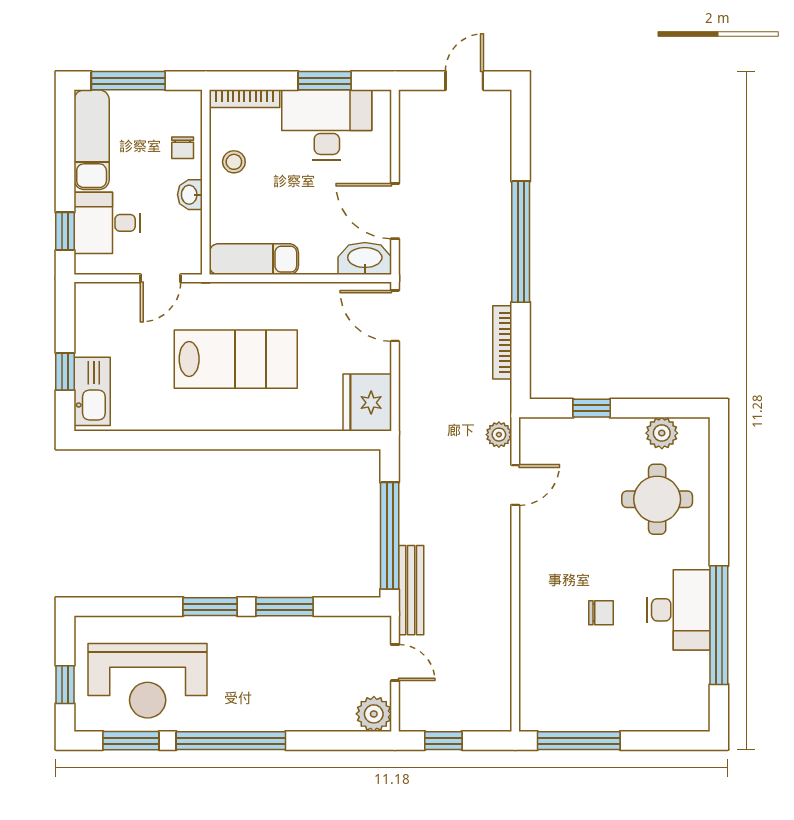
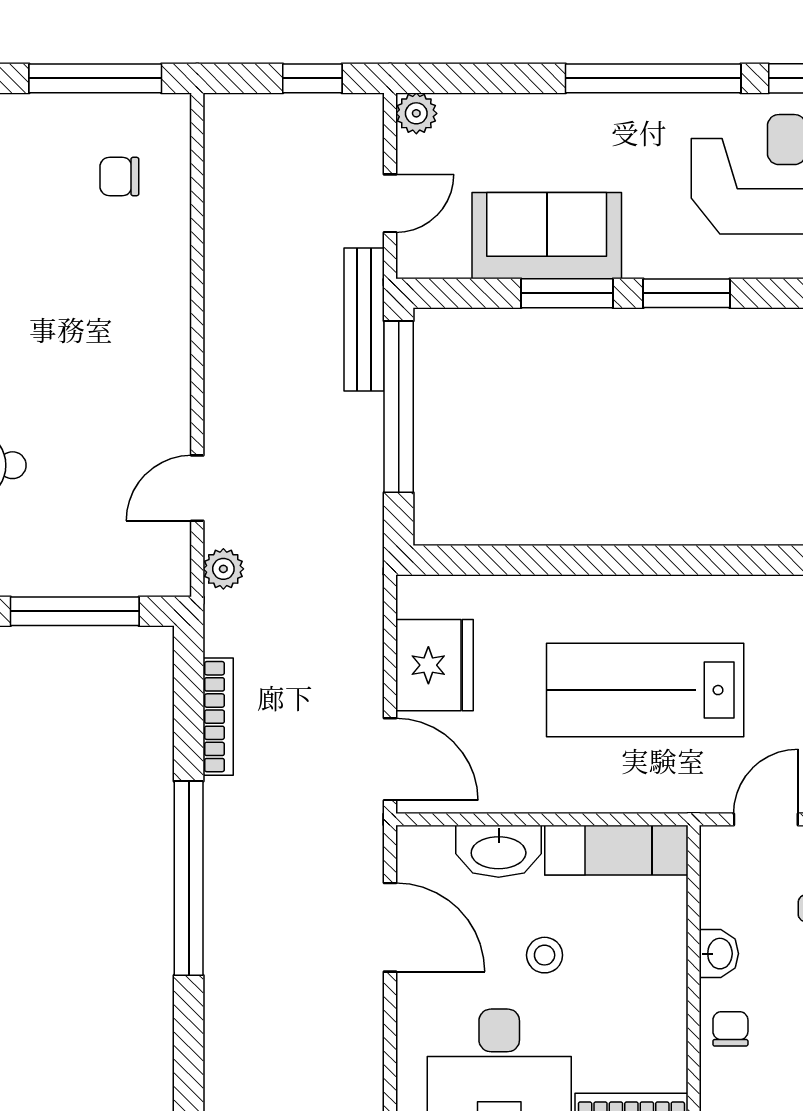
stool: (234, 162) -> (545, 955), moved
washbasin: (365, 259) -> (499, 851), moved
fridge: (367, 403) -> (434, 665), moved
window: (592, 408) -> (75, 611), width x2.17
chair: (601, 613) -> (119, 177), moved
sofa: (297, 642) -> (547, 236), added
door: (395, 663) -> (390, 203), swing flipped
plant: (374, 714) -> (416, 113), width x0.73, depth x0.73

